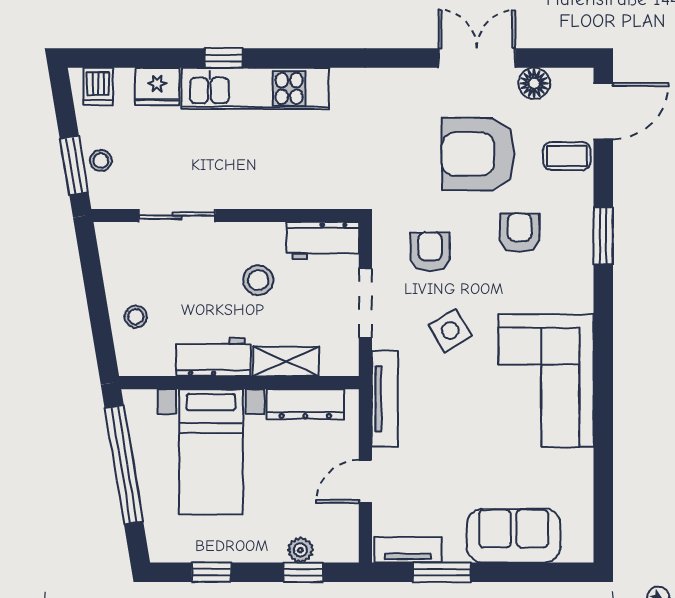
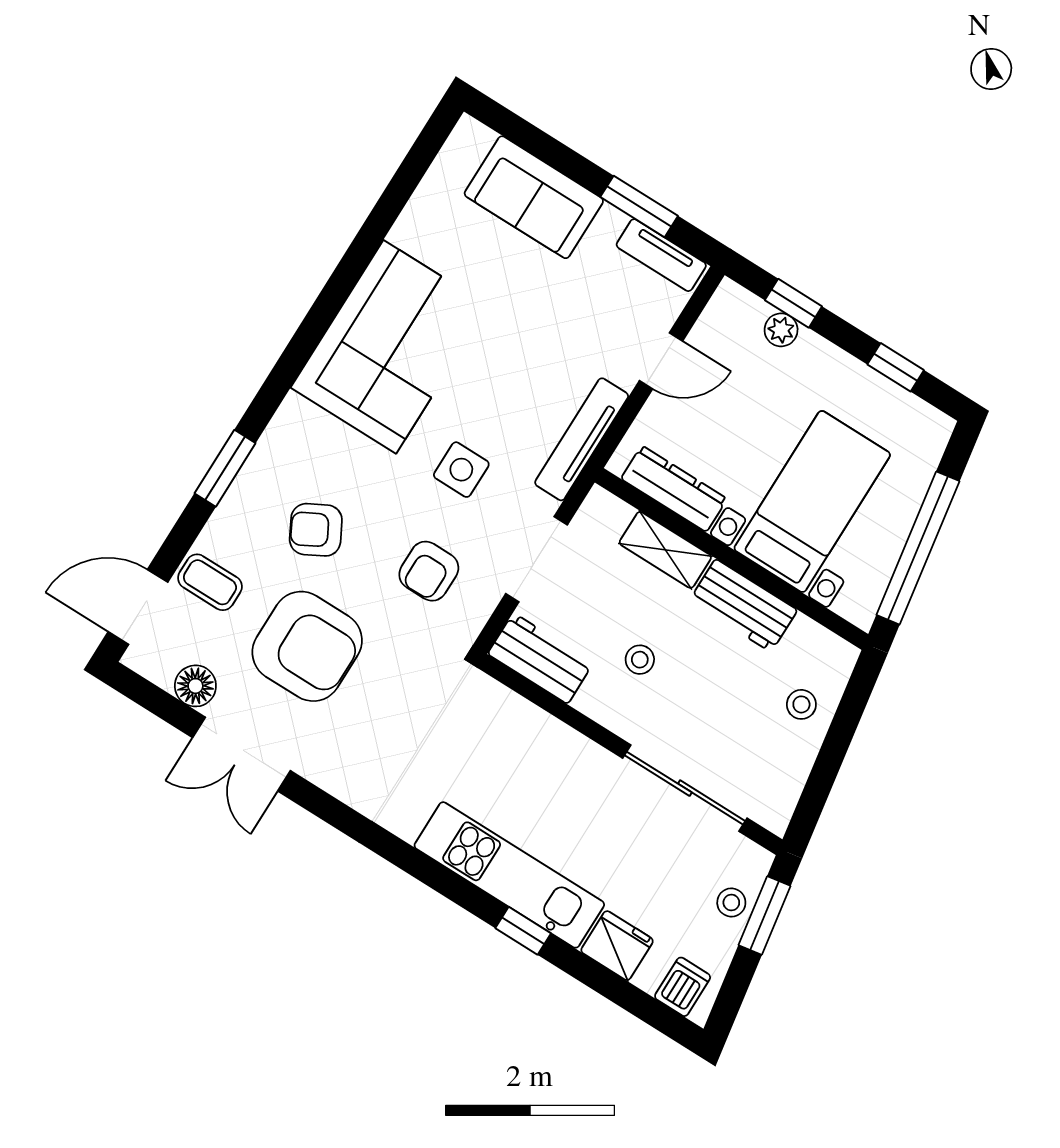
sliding door: (177, 215) -> (685, 788), width x1.37
armchair: (520, 233) -> (316, 530), turned 62
stool: (258, 280) -> (640, 660), width x0.73, depth x0.73
side table: (450, 330) -> (461, 470), turned 31

